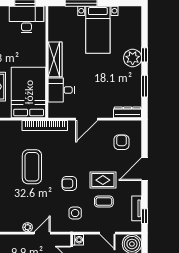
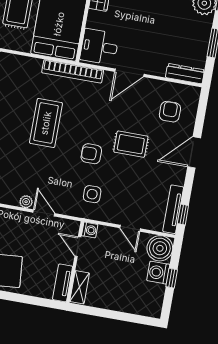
desk: (61, 90) -> (99, 47), moved
rug: (103, 180) -> (131, 144), moved
coffee table: (104, 201) -> (133, 186), removed
tv unit: (137, 208) -> (173, 209), width x1.41
door: (42, 233) -> (44, 213), hinge flipped

